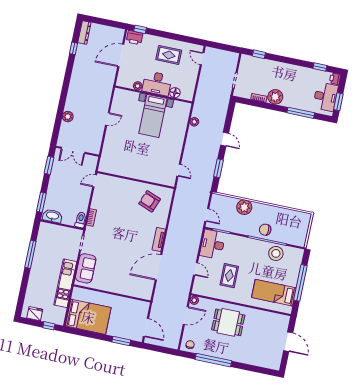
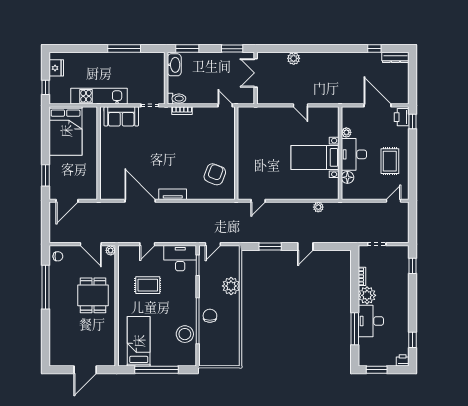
desk: (325, 97) -> (371, 321), moved, turned 90

